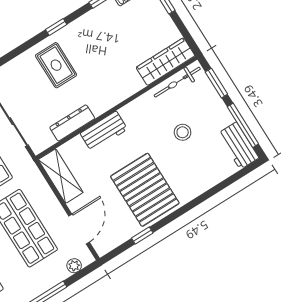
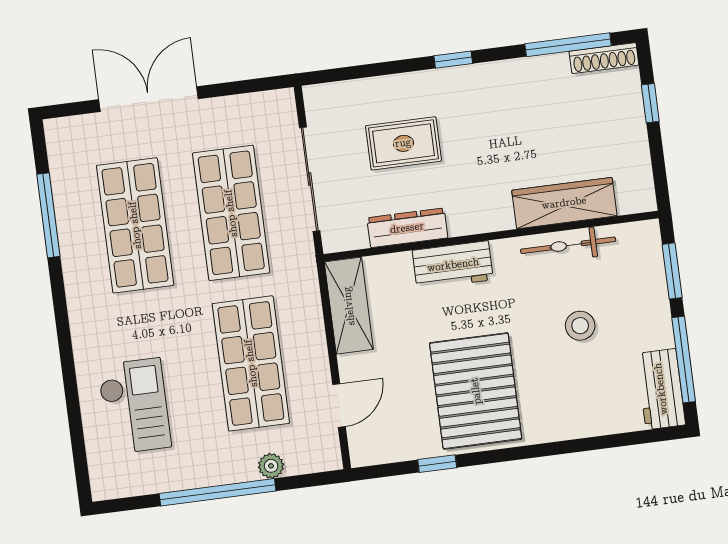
wardrobe: (165, 62) -> (564, 203), moved
rug: (56, 65) -> (403, 143), moved, turned 90
bicycle: (177, 82) -> (568, 245), moved
door: (79, 229) -> (339, 406), width x0.73
plant: (74, 266) -> (271, 466), moved

